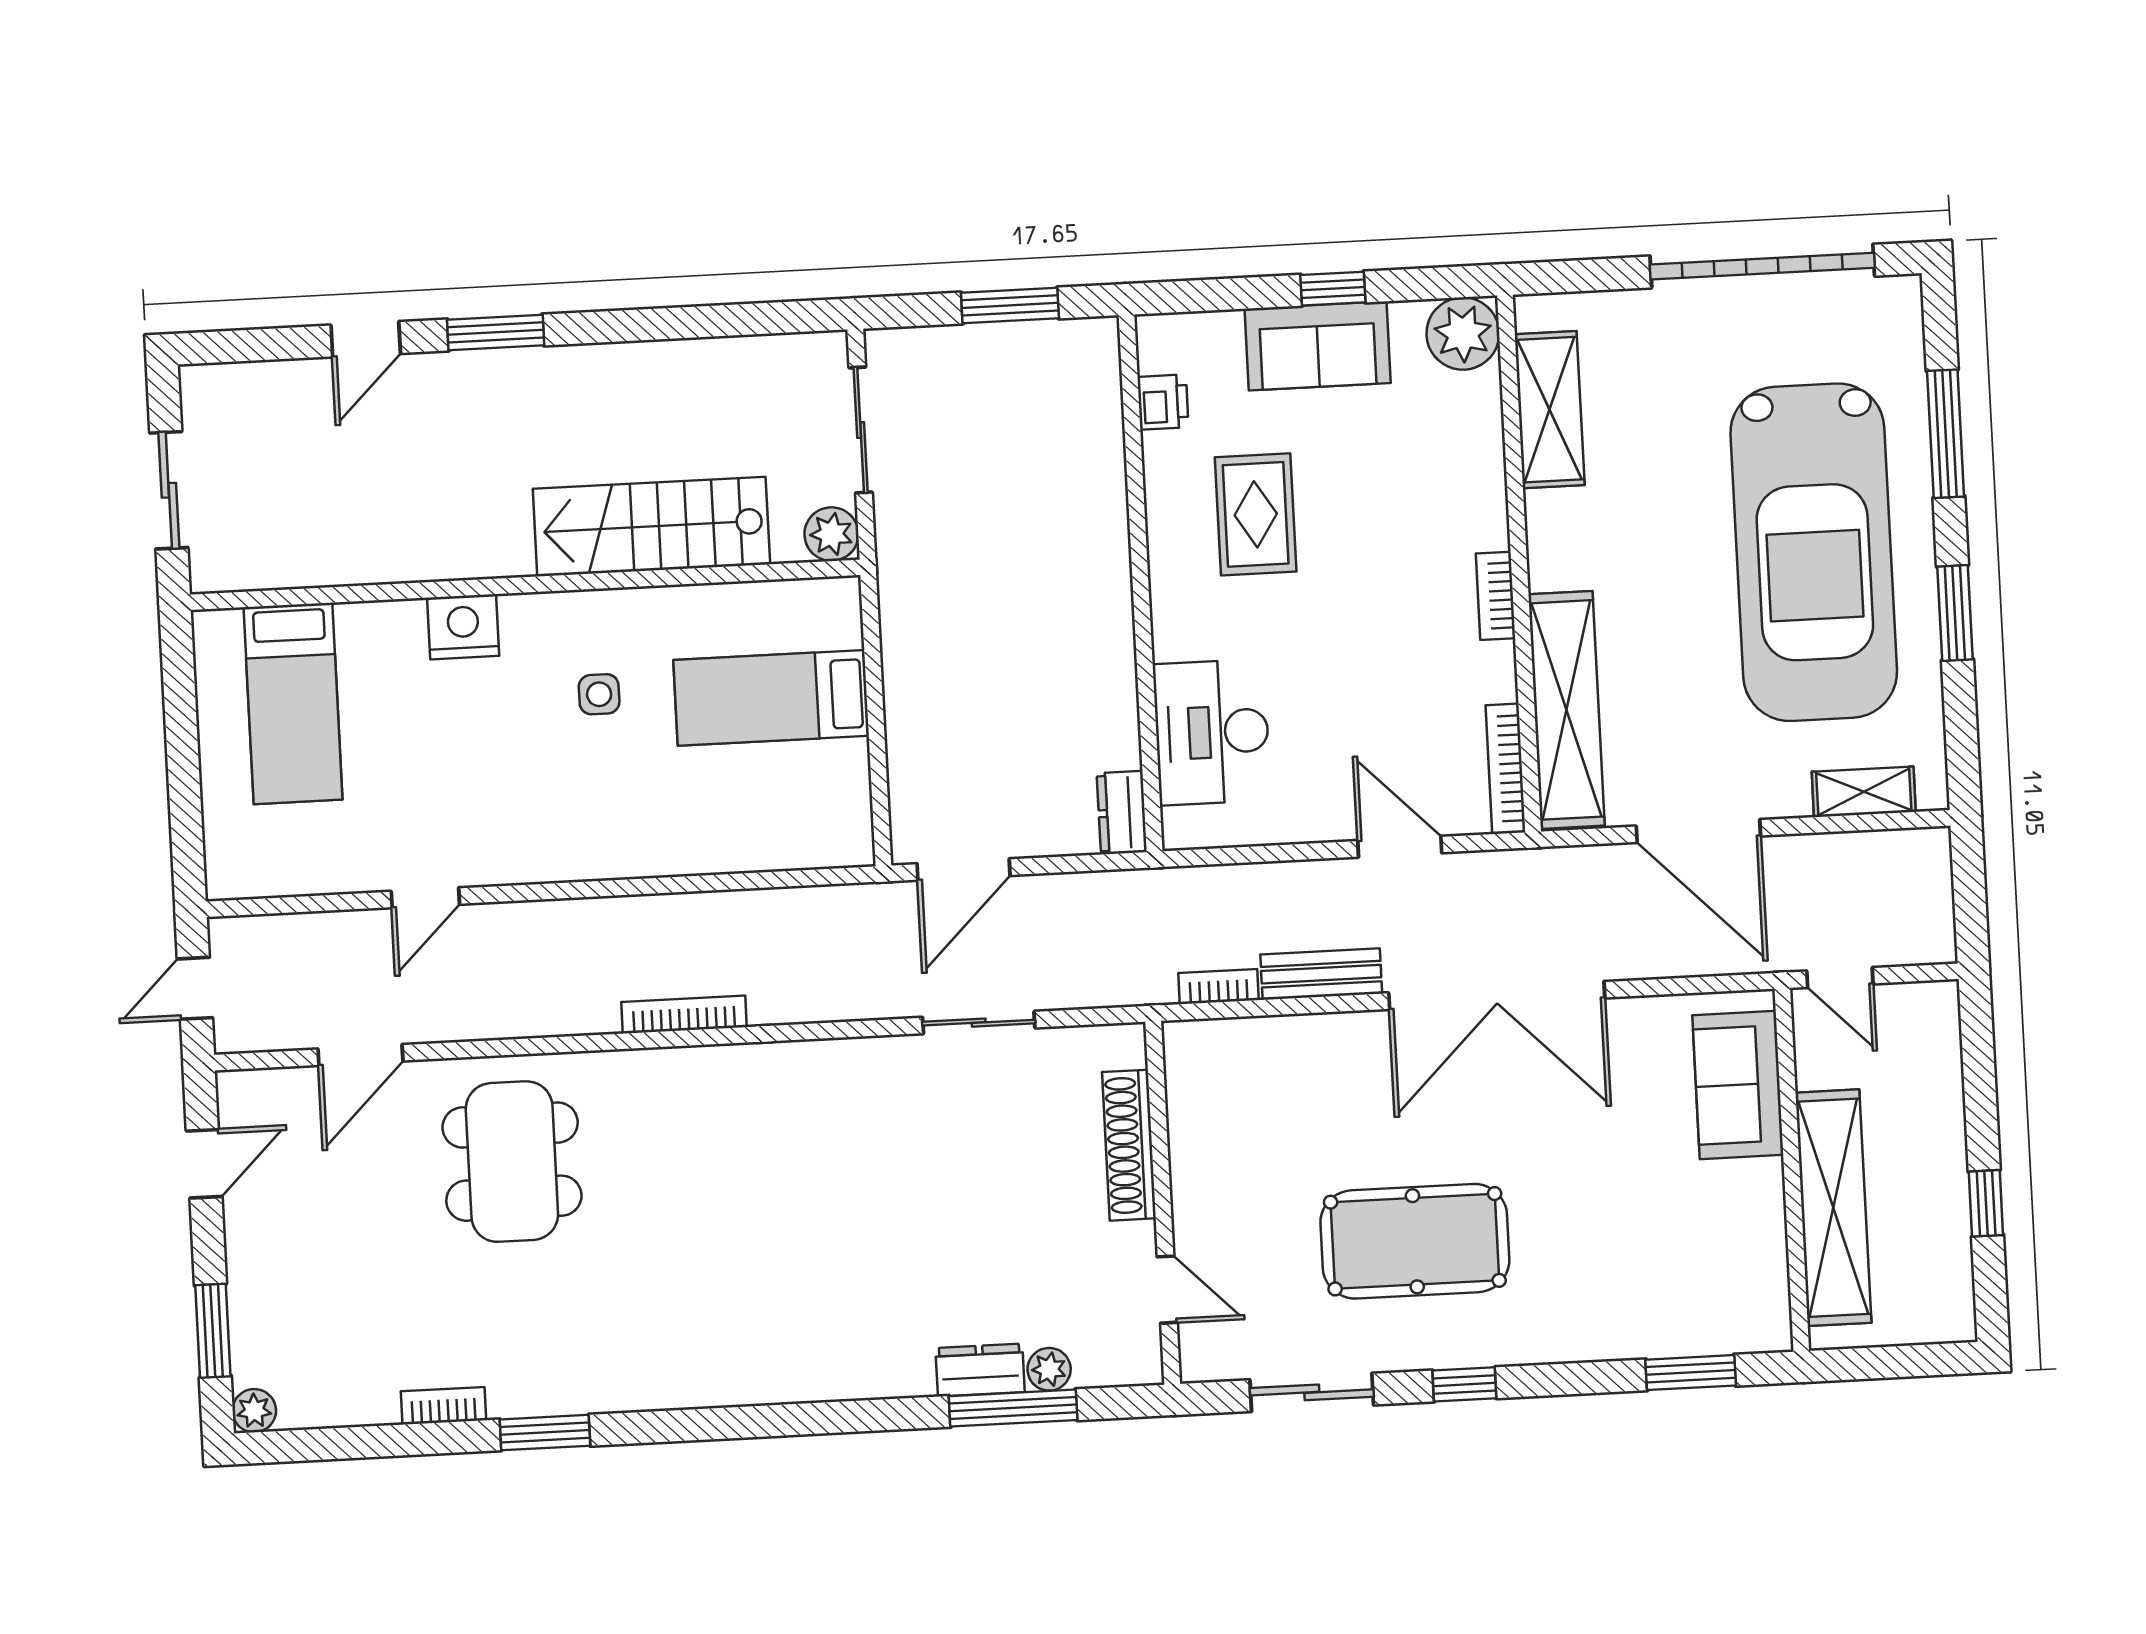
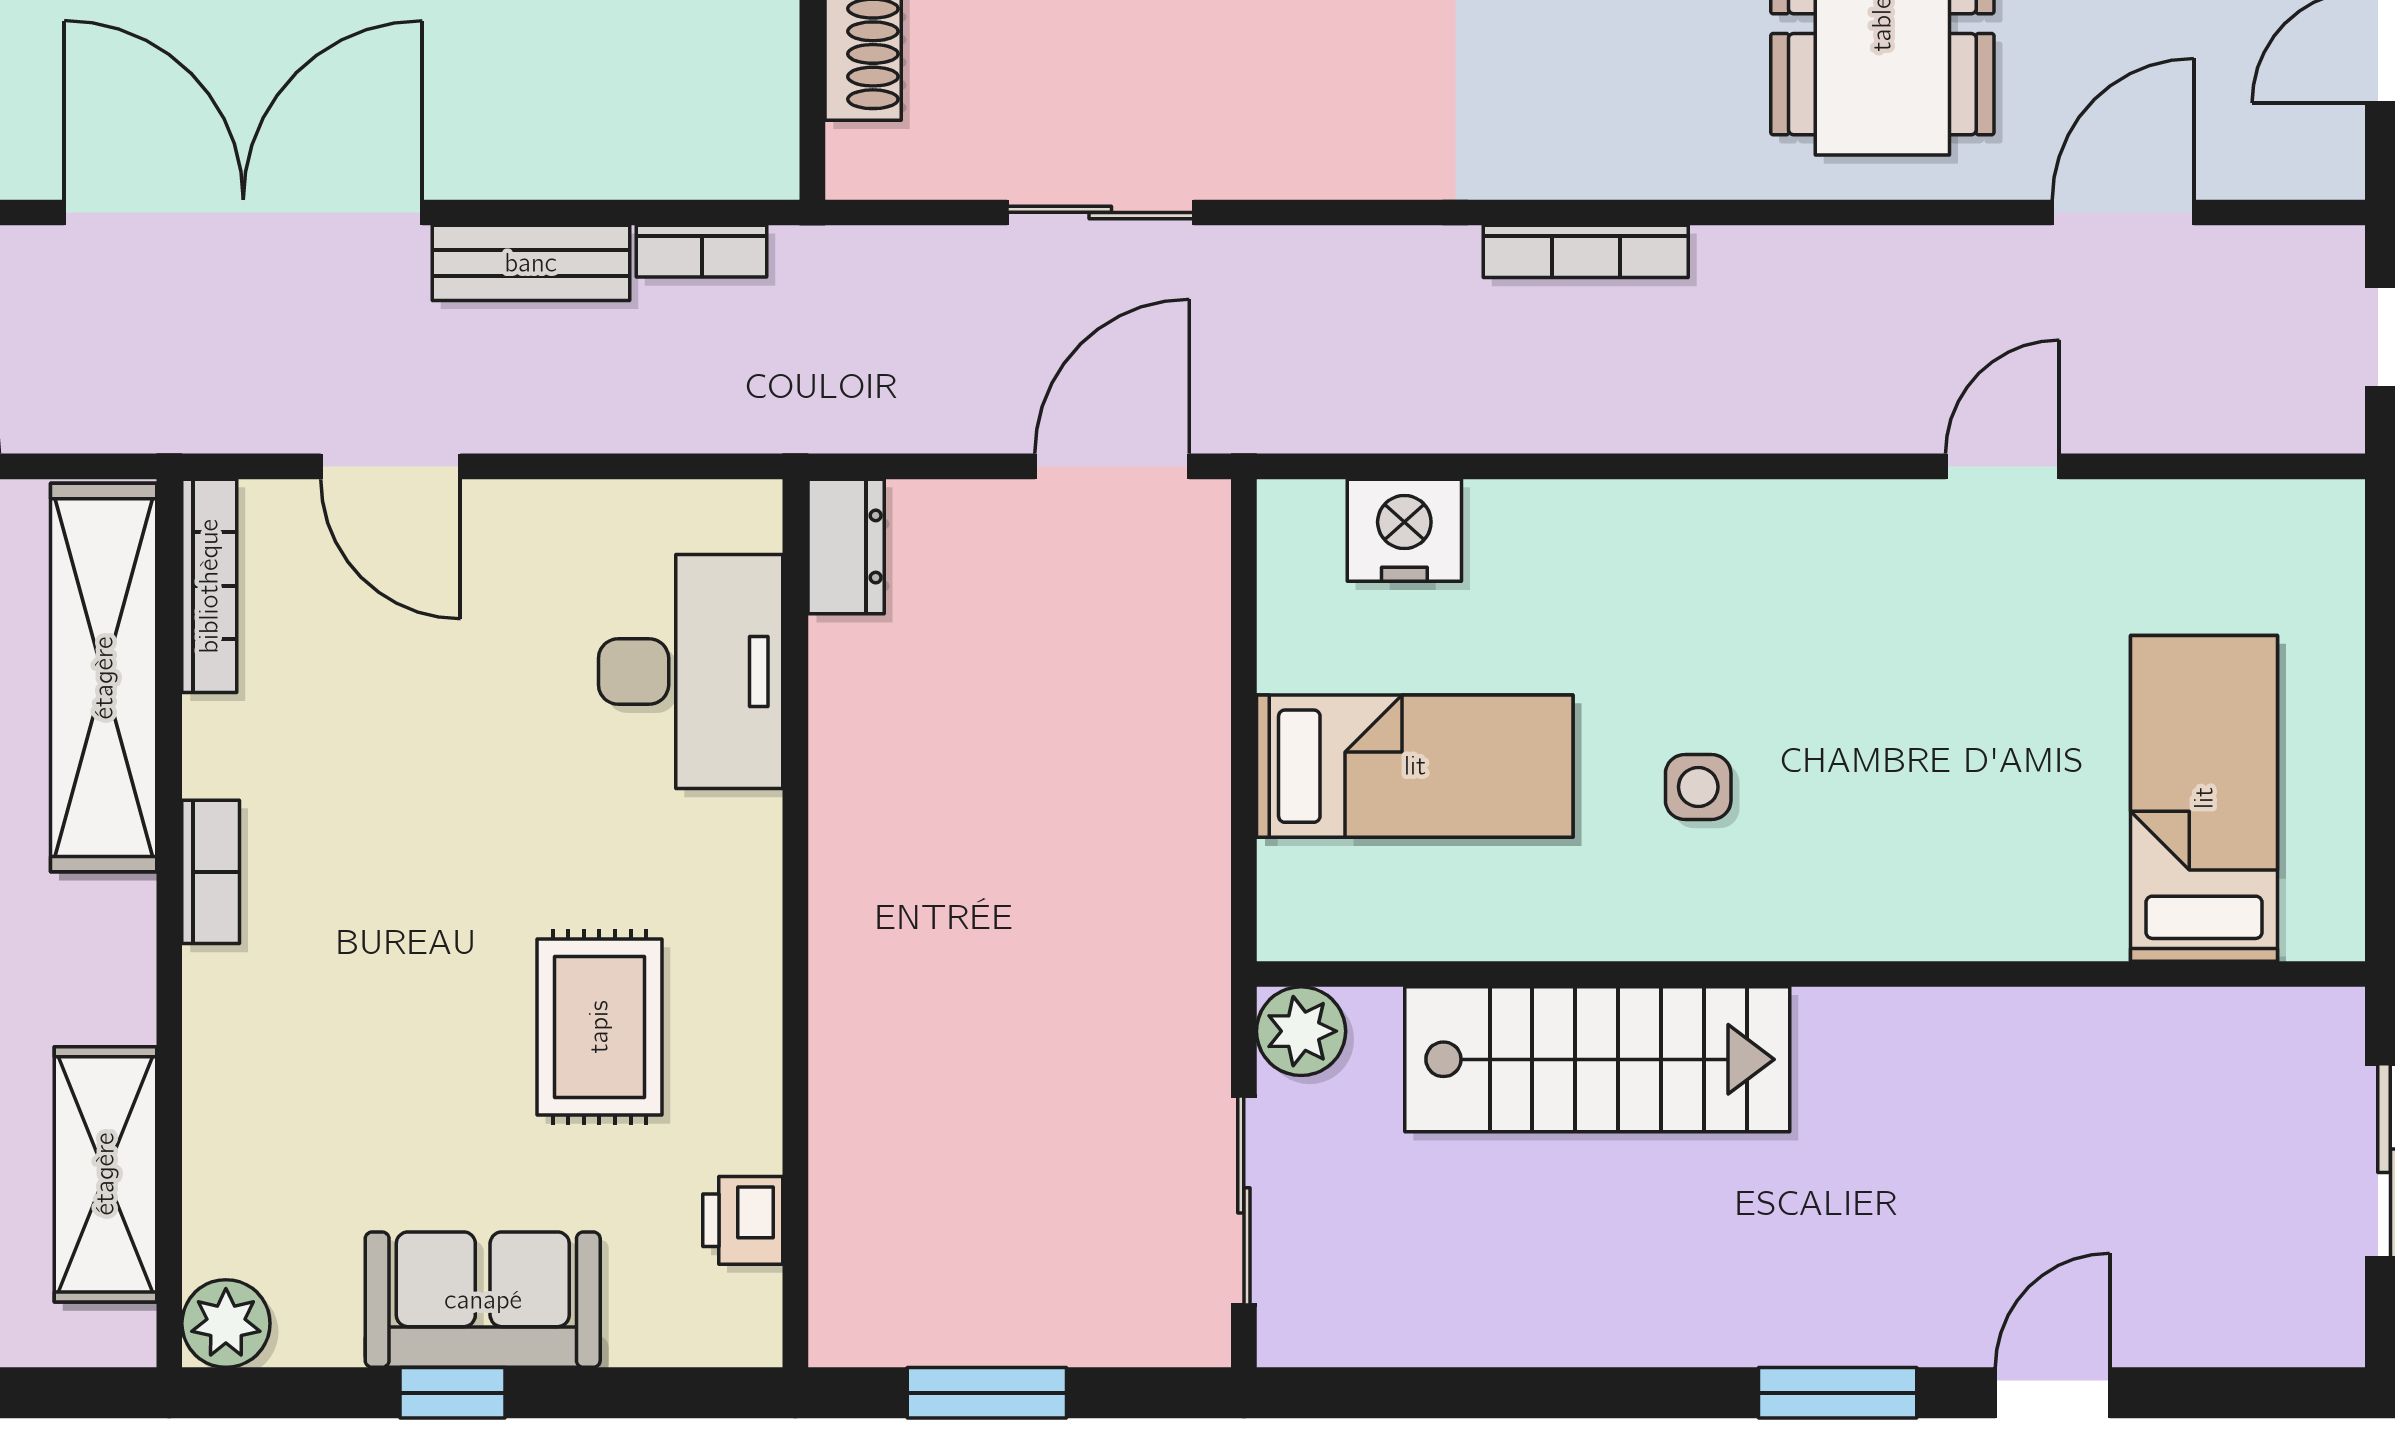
plant: (1463, 334) -> (226, 1323), width x0.73, depth x0.73
nightstand: (463, 627) -> (1404, 530), moved, turned 180

